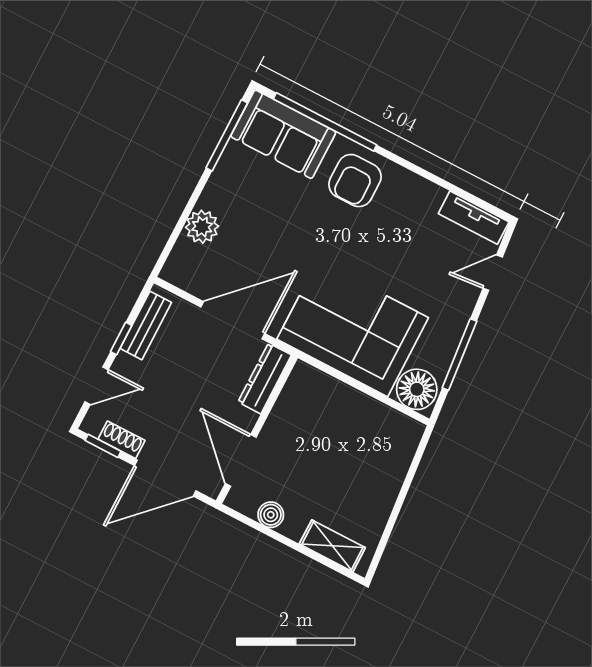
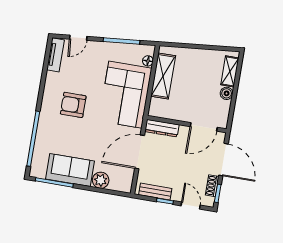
sofa: (283, 134) -> (70, 170), moved, turned -90
armchair: (355, 181) -> (73, 105), moved, turned 180
door: (493, 273) -> (78, 38), hinge flipped
door: (233, 320) -> (140, 152), hinge flipped
floor lamp: (417, 389) -> (148, 61), width x0.53, depth x0.53
shelving: (365, 413) -> (163, 76), added
boiler: (271, 515) -> (227, 93), moved

